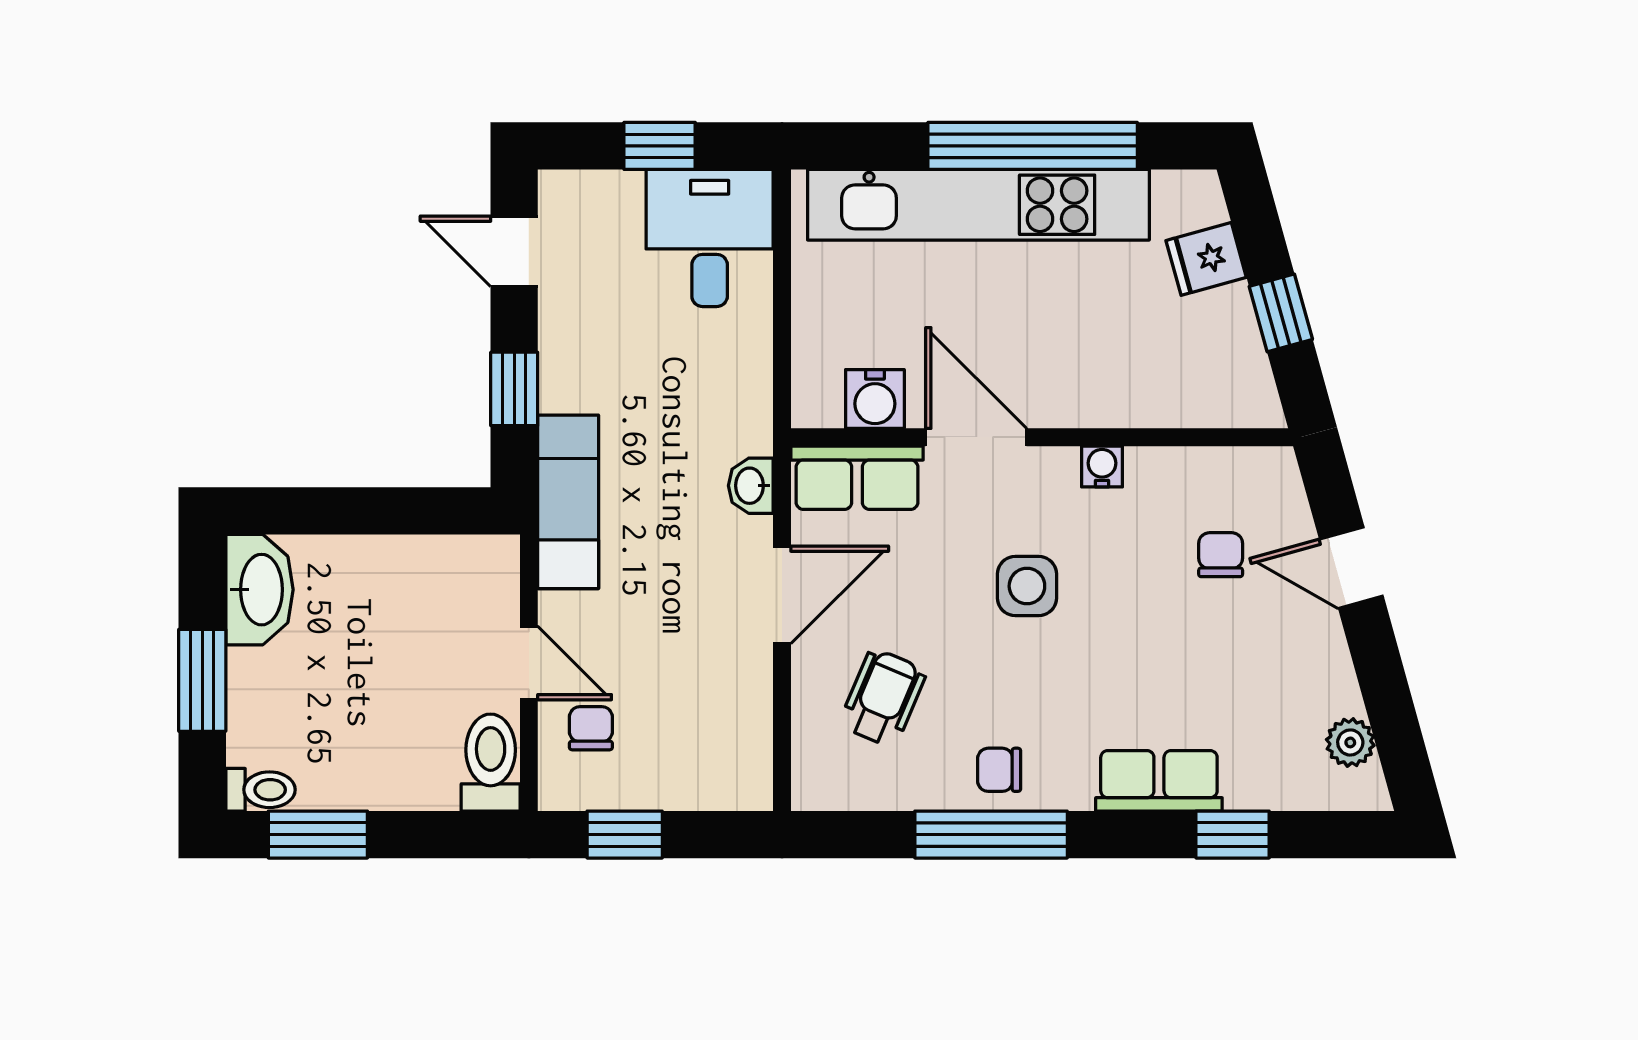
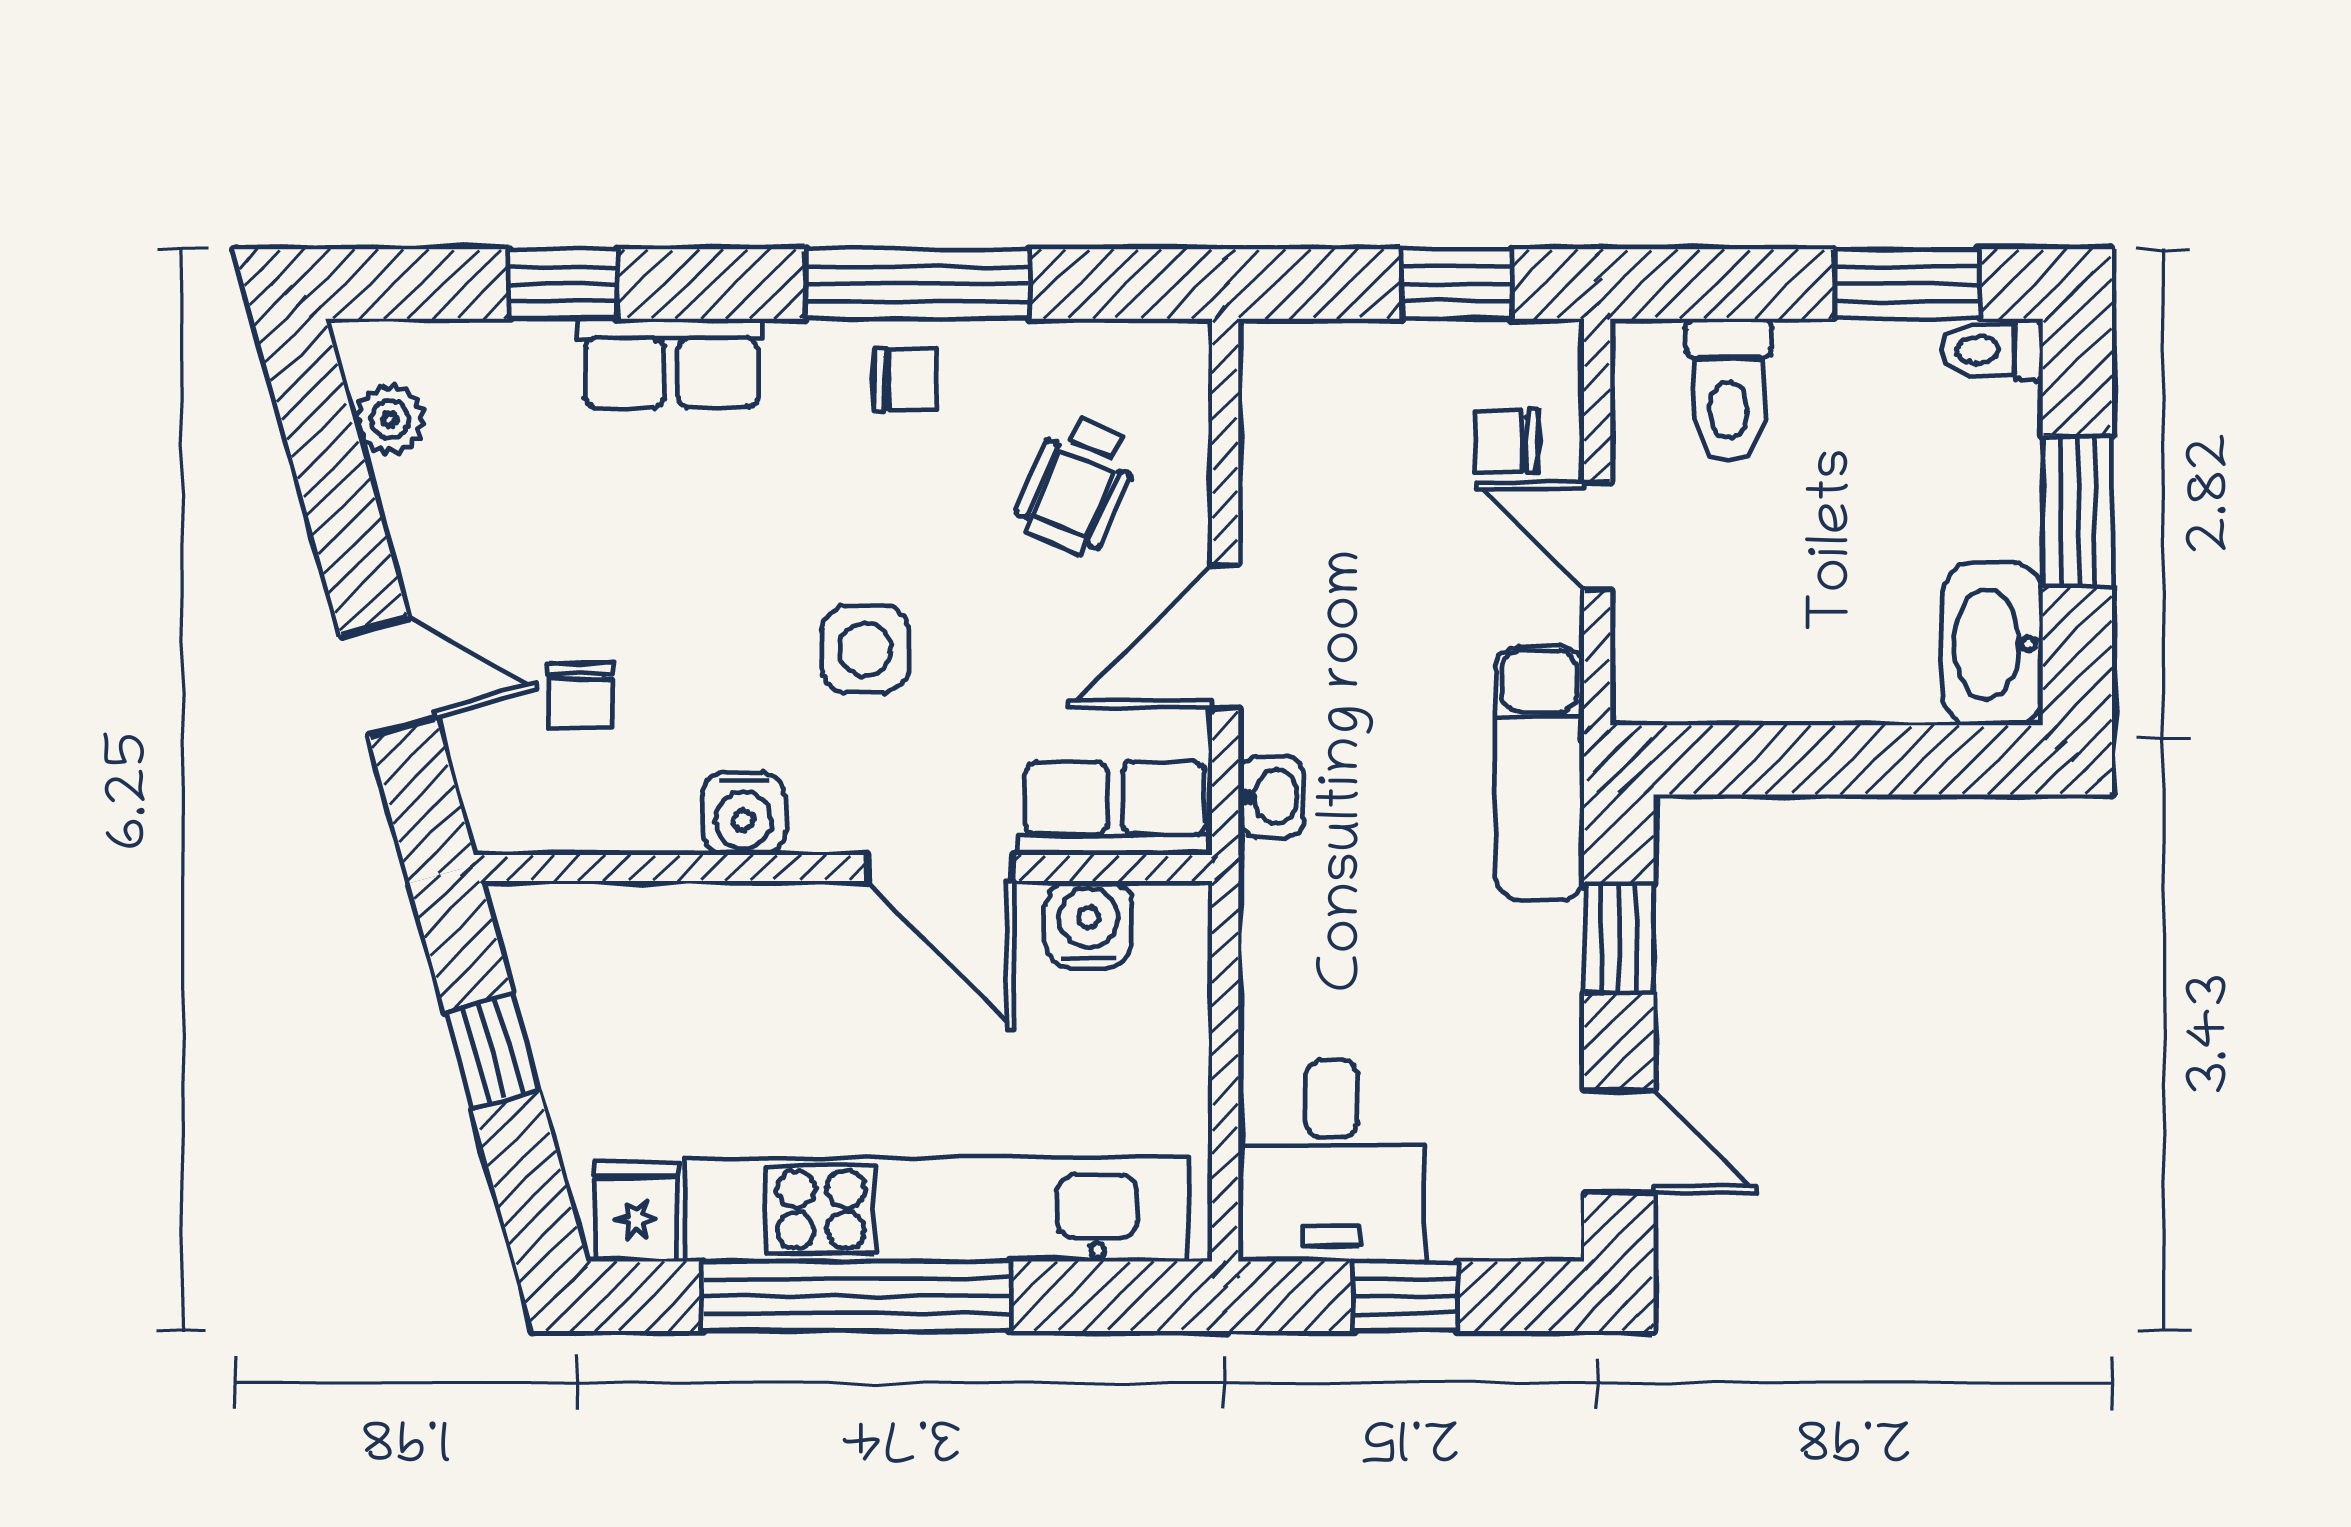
fridge: (1206, 259) -> (636, 1212), moved, turned -75
water cooler: (1102, 466) -> (743, 814), width x1.38, depth x1.38
chair: (591, 728) -> (1506, 440), turned 90
toilet: (491, 763) -> (1729, 390), moved

